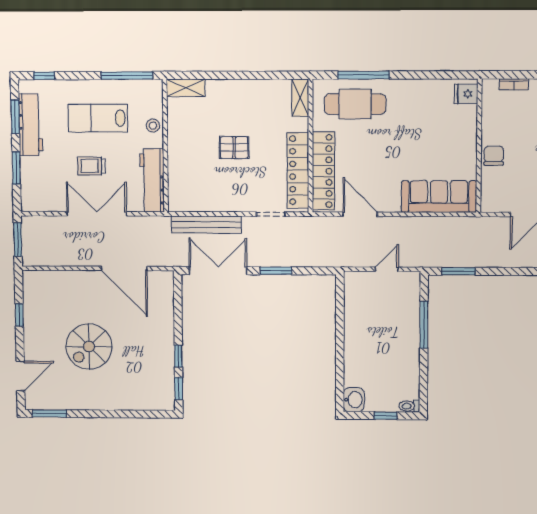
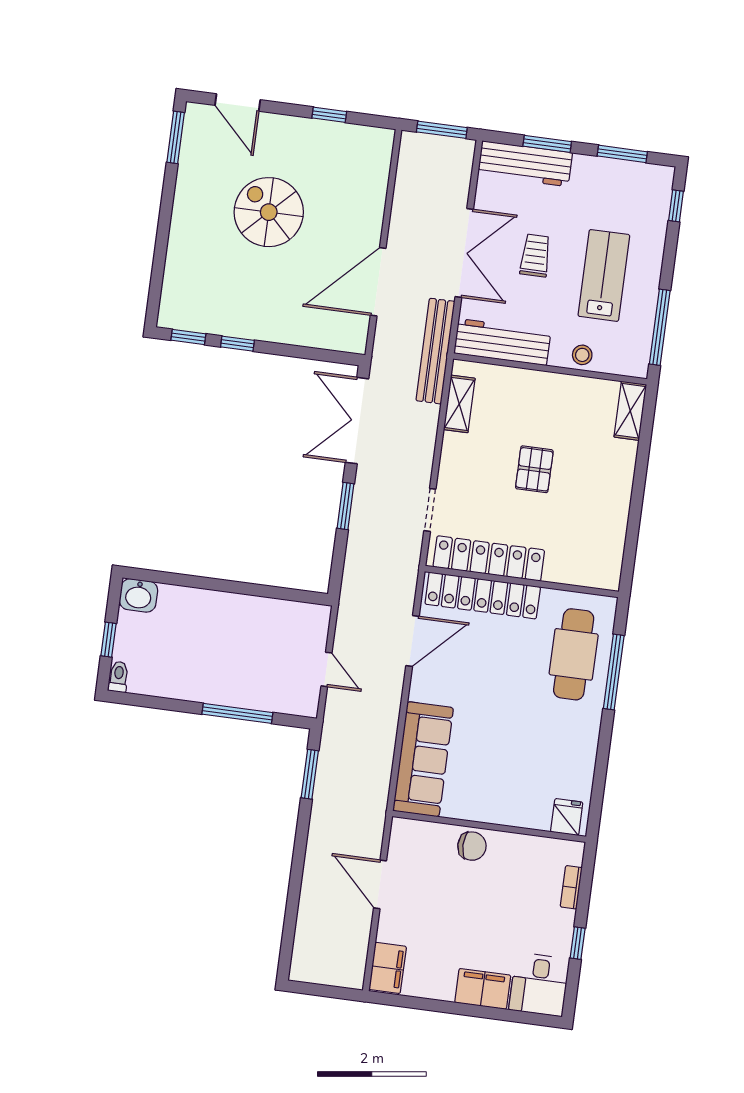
shelving: (300, 98) -> (459, 404), moved, turned 90
workbench: (31, 125) -> (525, 164), moved
bench: (206, 225) -> (435, 351), moved
double door: (218, 271) -> (357, 421), swing flipped

